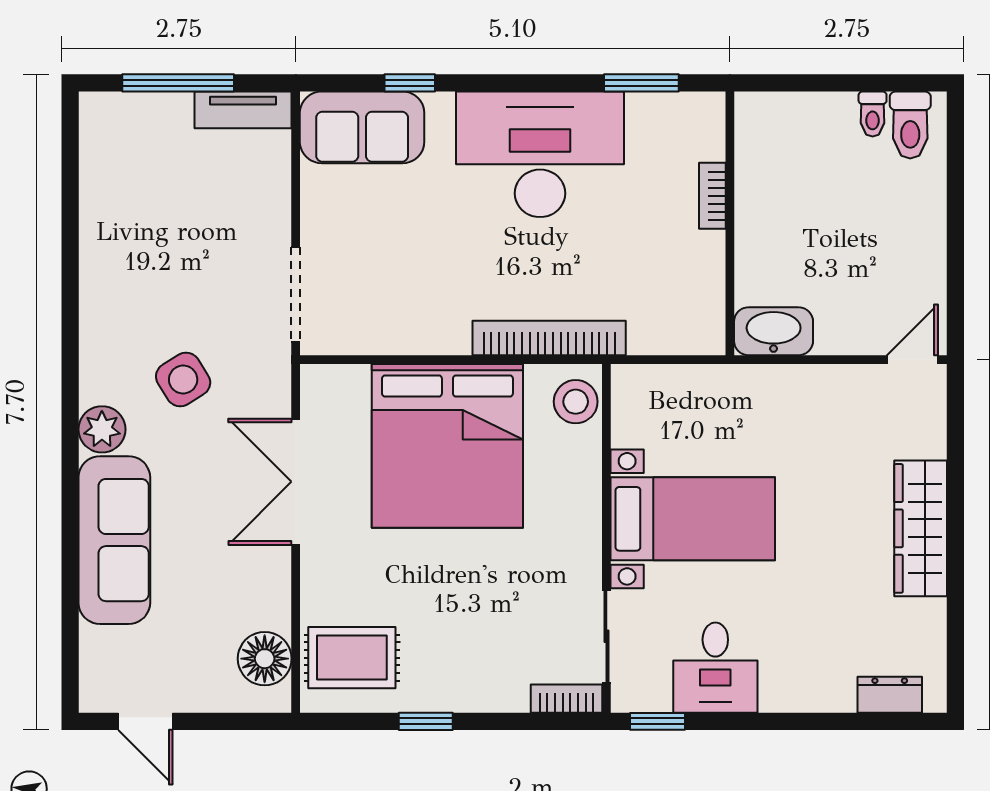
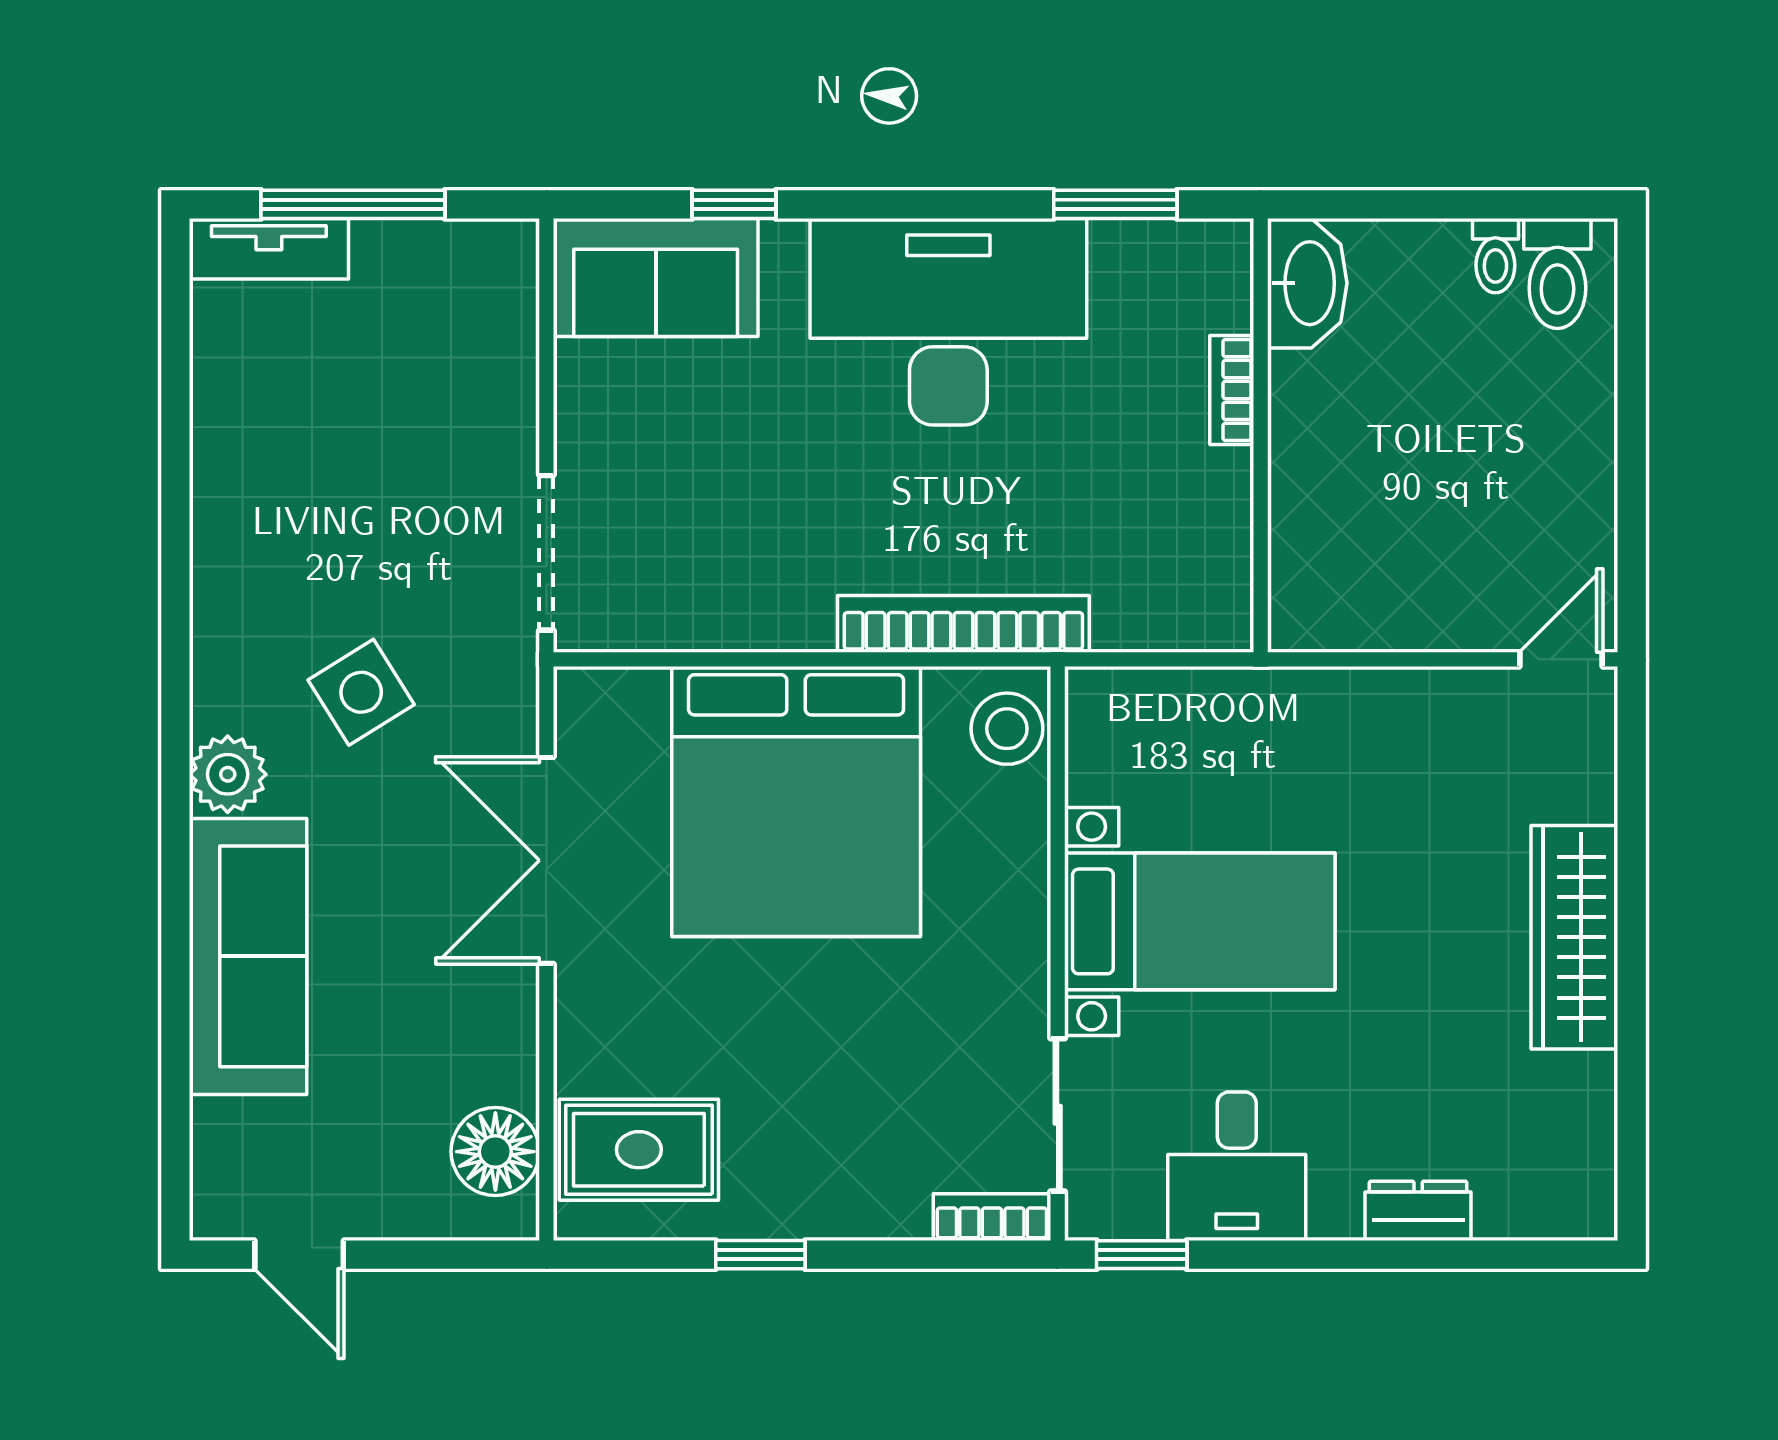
tv unit: (243, 110) -> (269, 249), moved
washbasin: (774, 331) -> (1307, 283), moved, turned 90
dresser: (890, 695) -> (1418, 1211), moved

